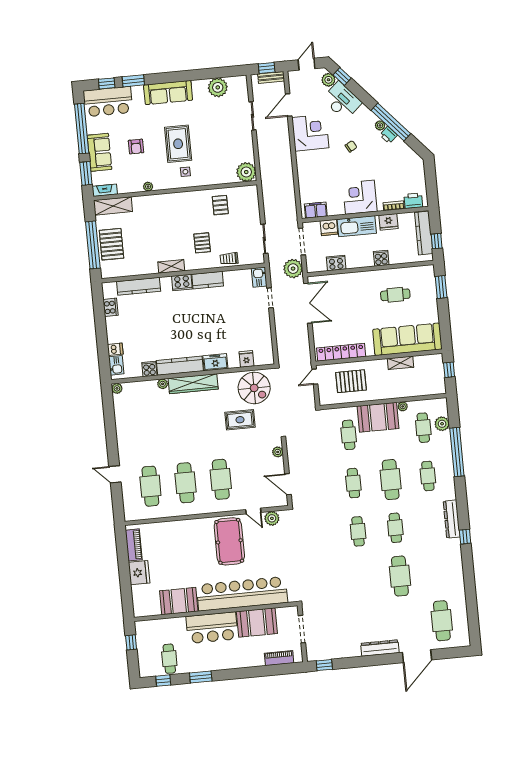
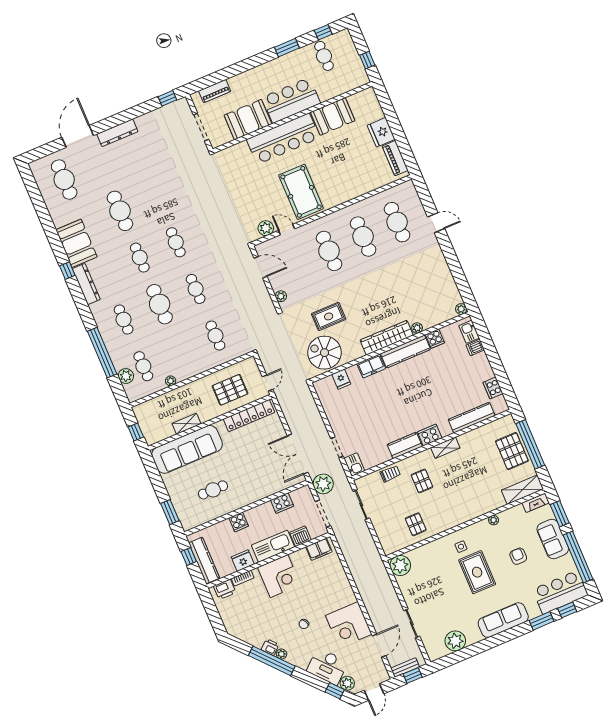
booth: (378, 417) -> (76, 243), moved, turned 90
bar counter: (242, 594) -> (283, 139), width x0.73

